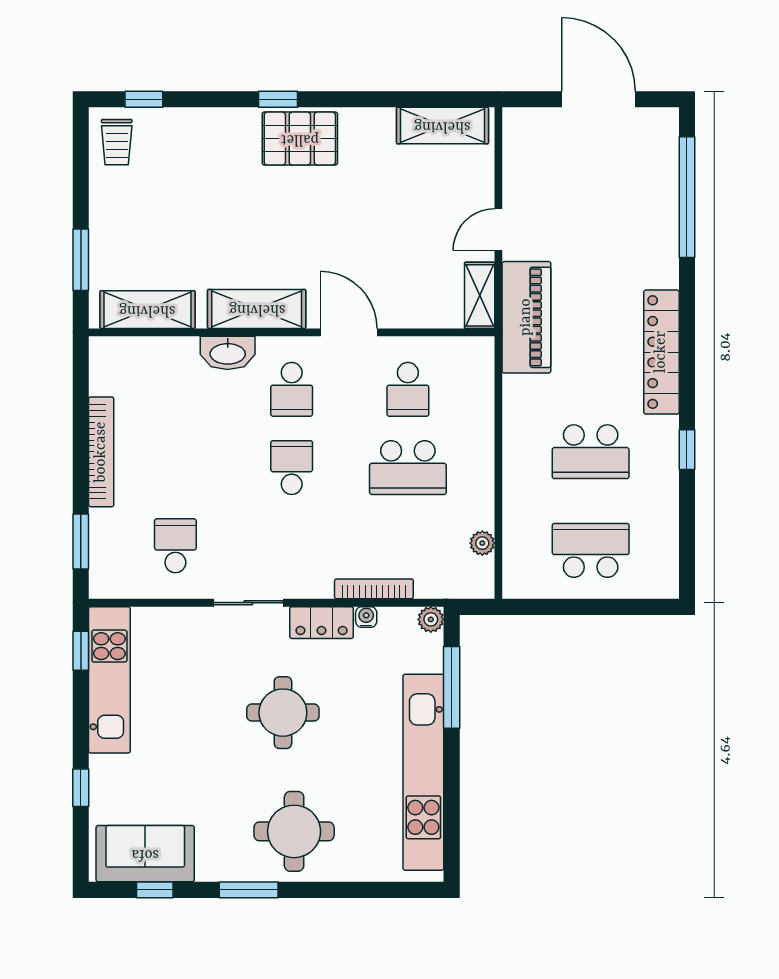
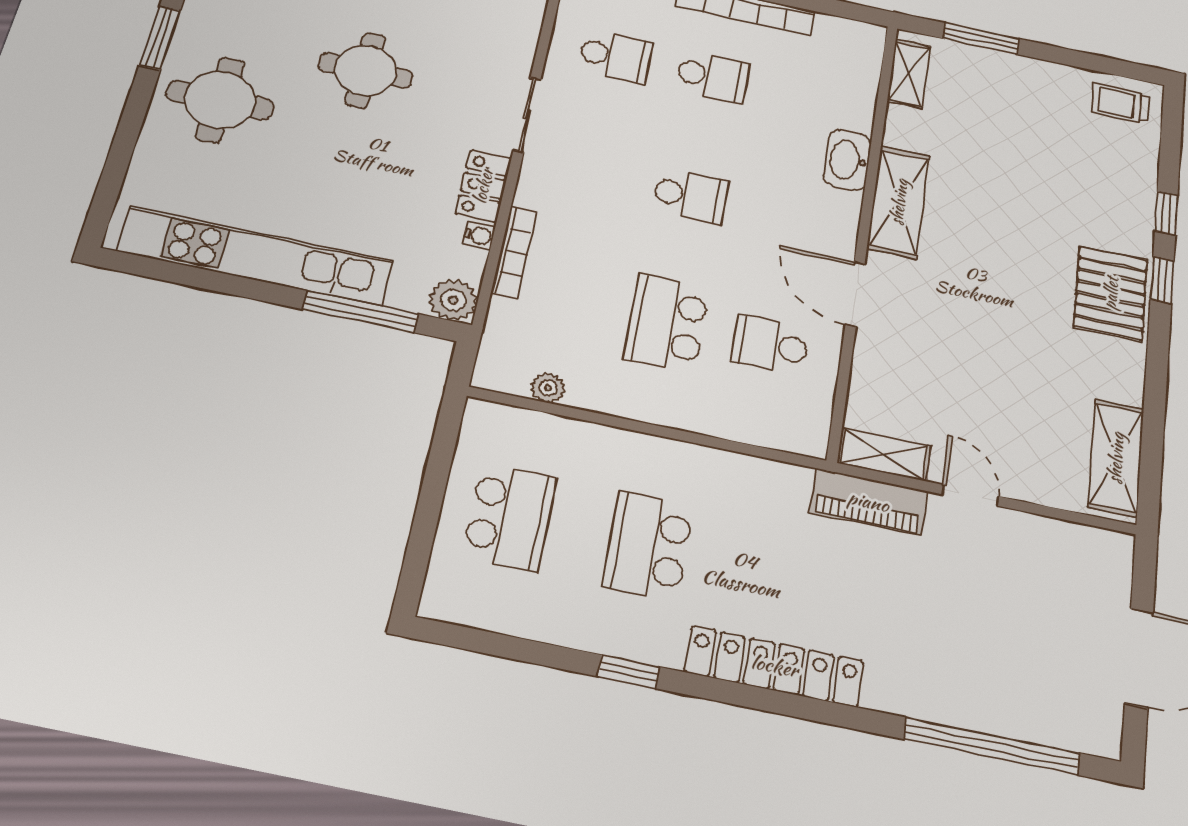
window: (144, 99) -> (1166, 213), moved
shelving: (147, 310) -> (909, 74), width x0.67, depth x0.75
piano: (526, 317) -> (868, 502), width x0.73, depth x0.75
door: (349, 332) -> (855, 294), swing flipped
school desk: (292, 389) -> (713, 77), moved, turned 180
plant: (431, 619) -> (453, 300), width x1.38, depth x1.38
round table: (283, 713) -> (365, 70), moved

